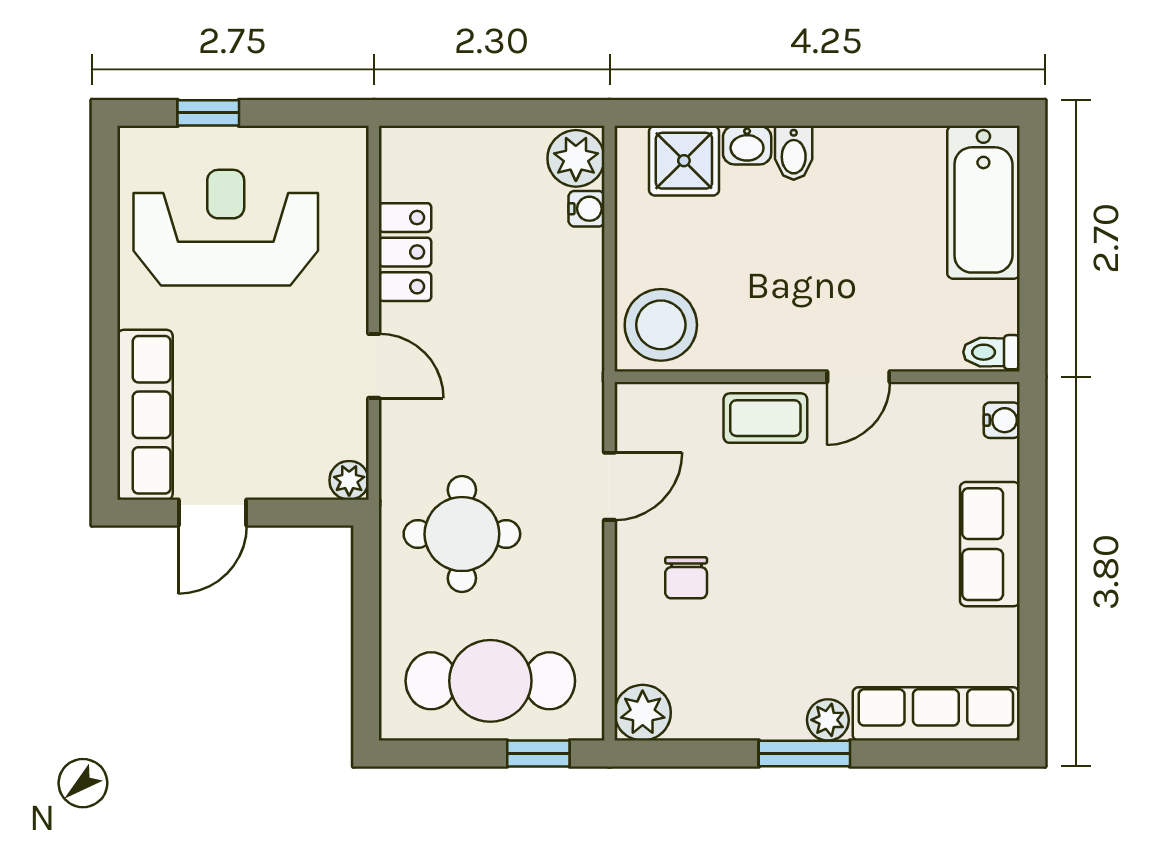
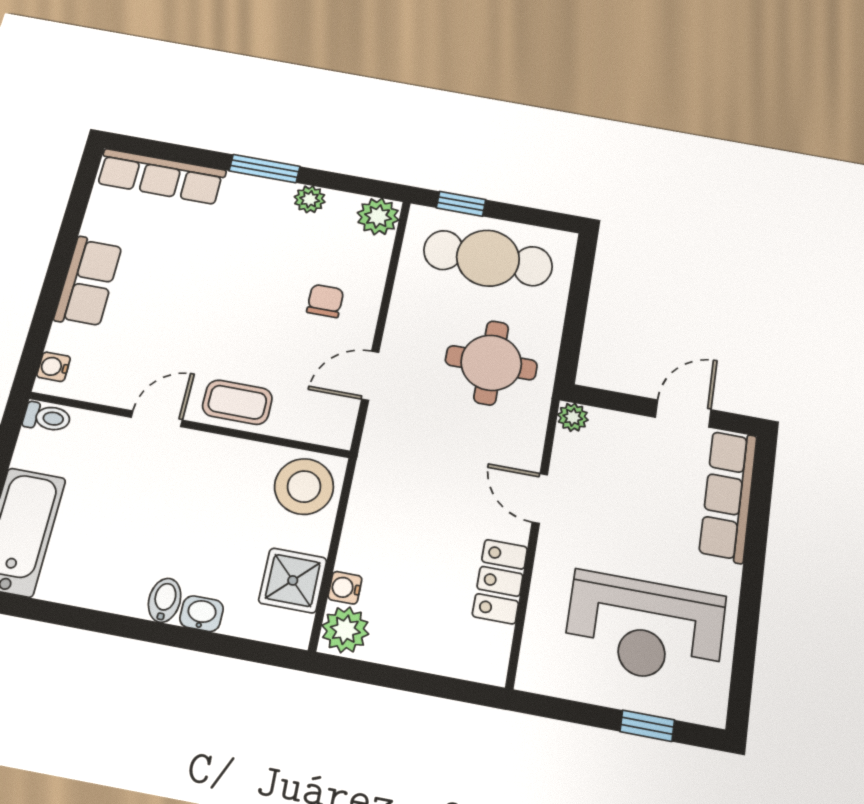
shower: (684, 161) -> (293, 580), moved
plant: (828, 720) -> (310, 199), moved

